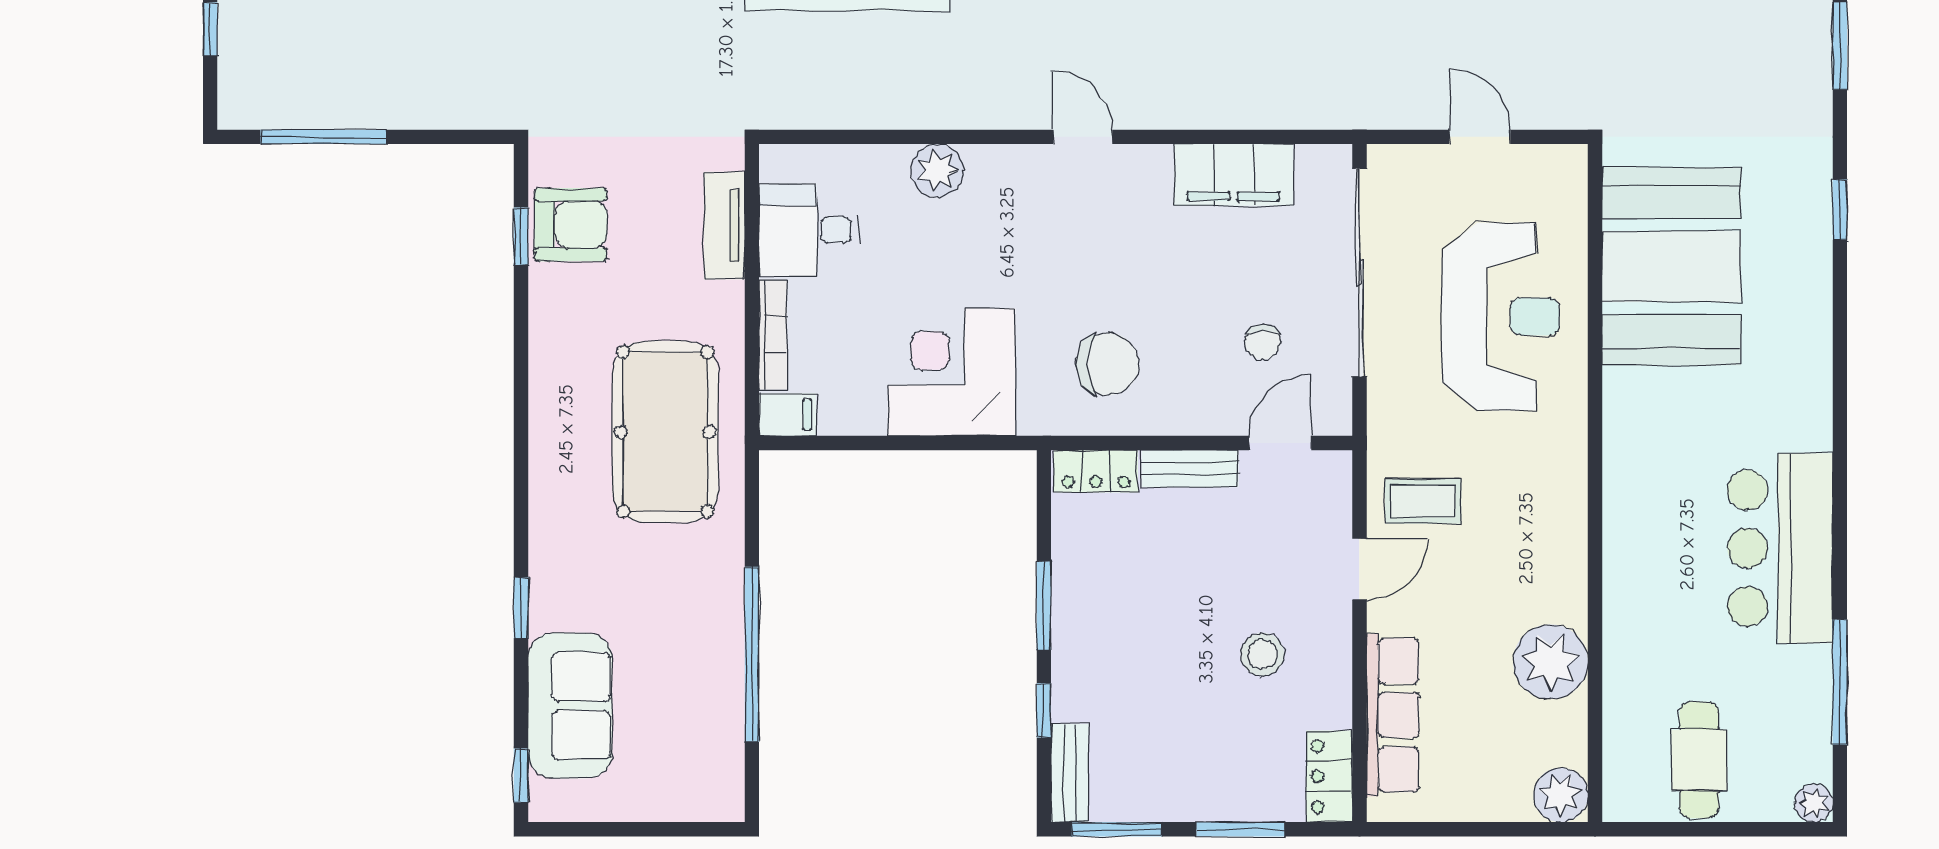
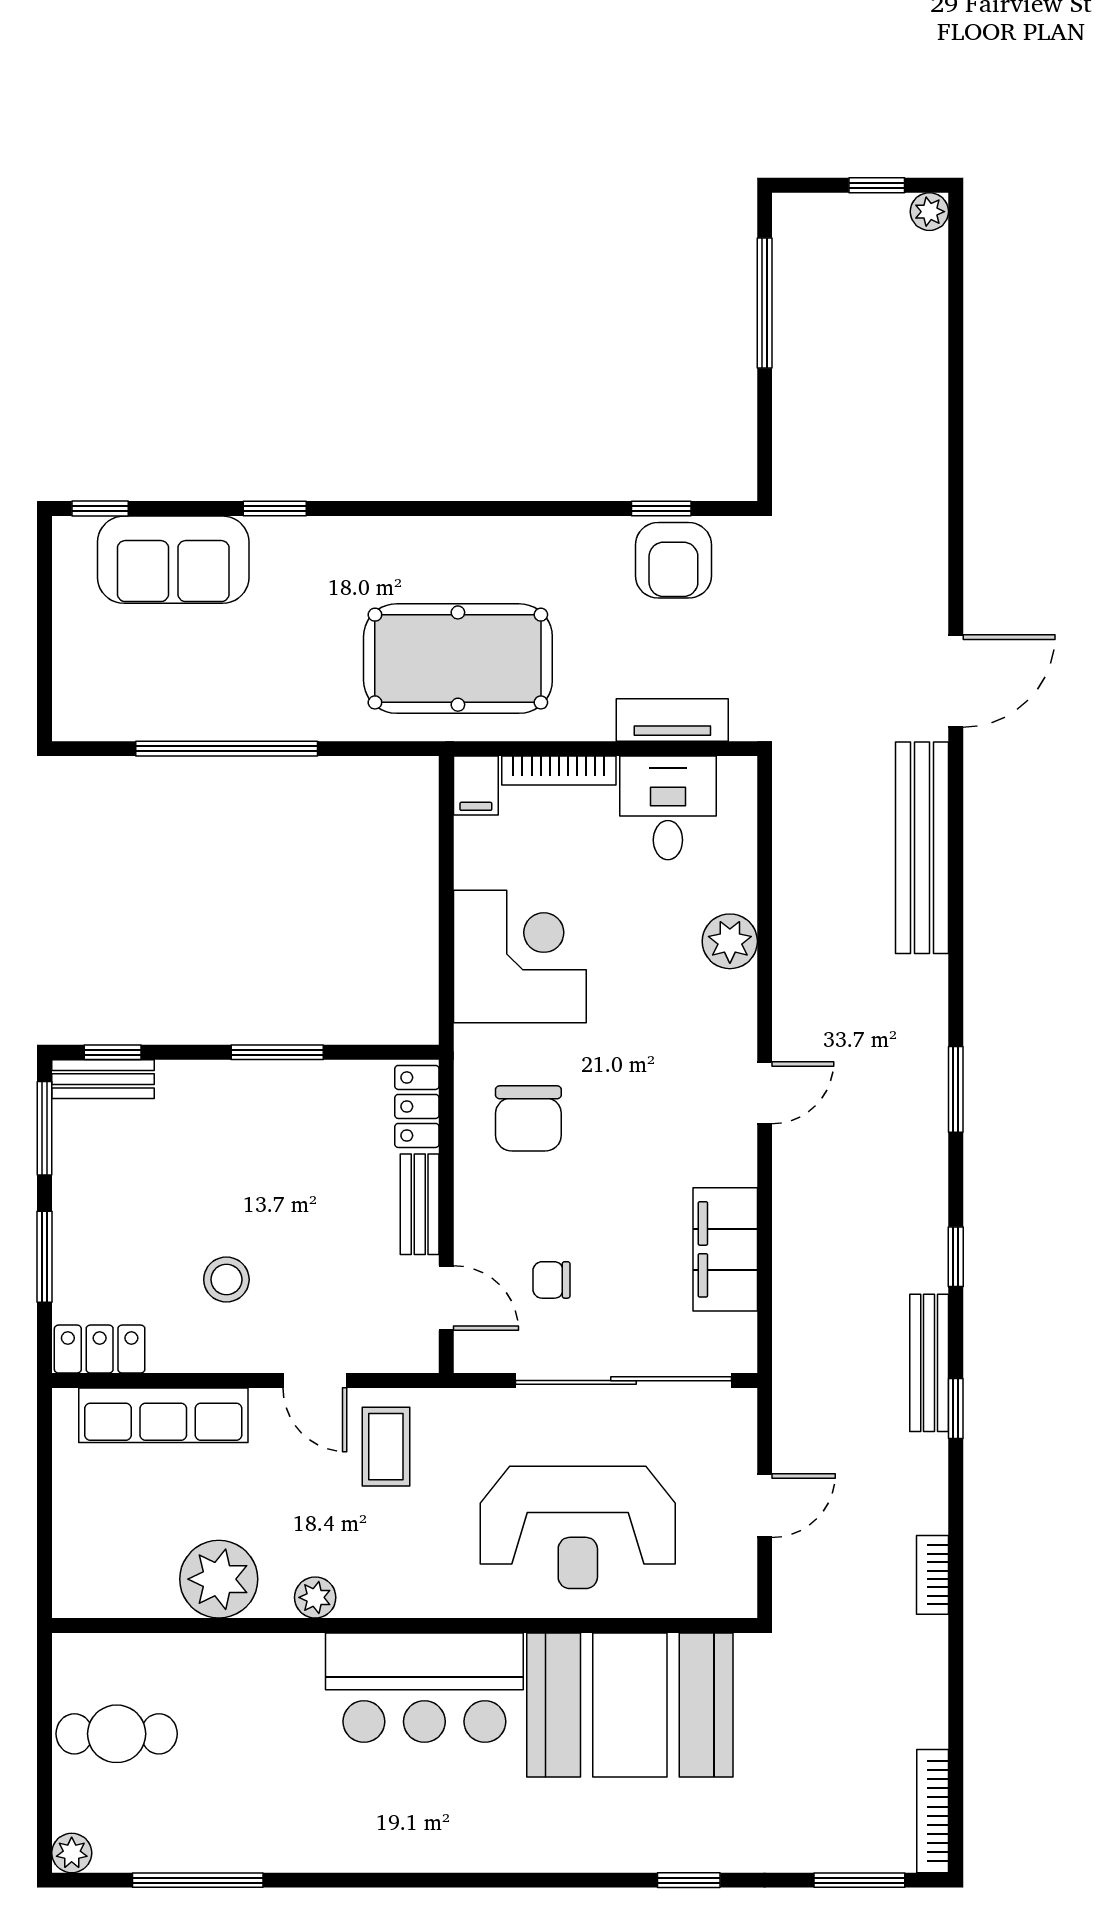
bar counter: (1780, 548) -> (424, 1688), moved, turned 180
window: (1044, 710) -> (113, 1052), moved
plant: (1561, 795) -> (315, 1597), moved, width x0.73, depth x0.73

